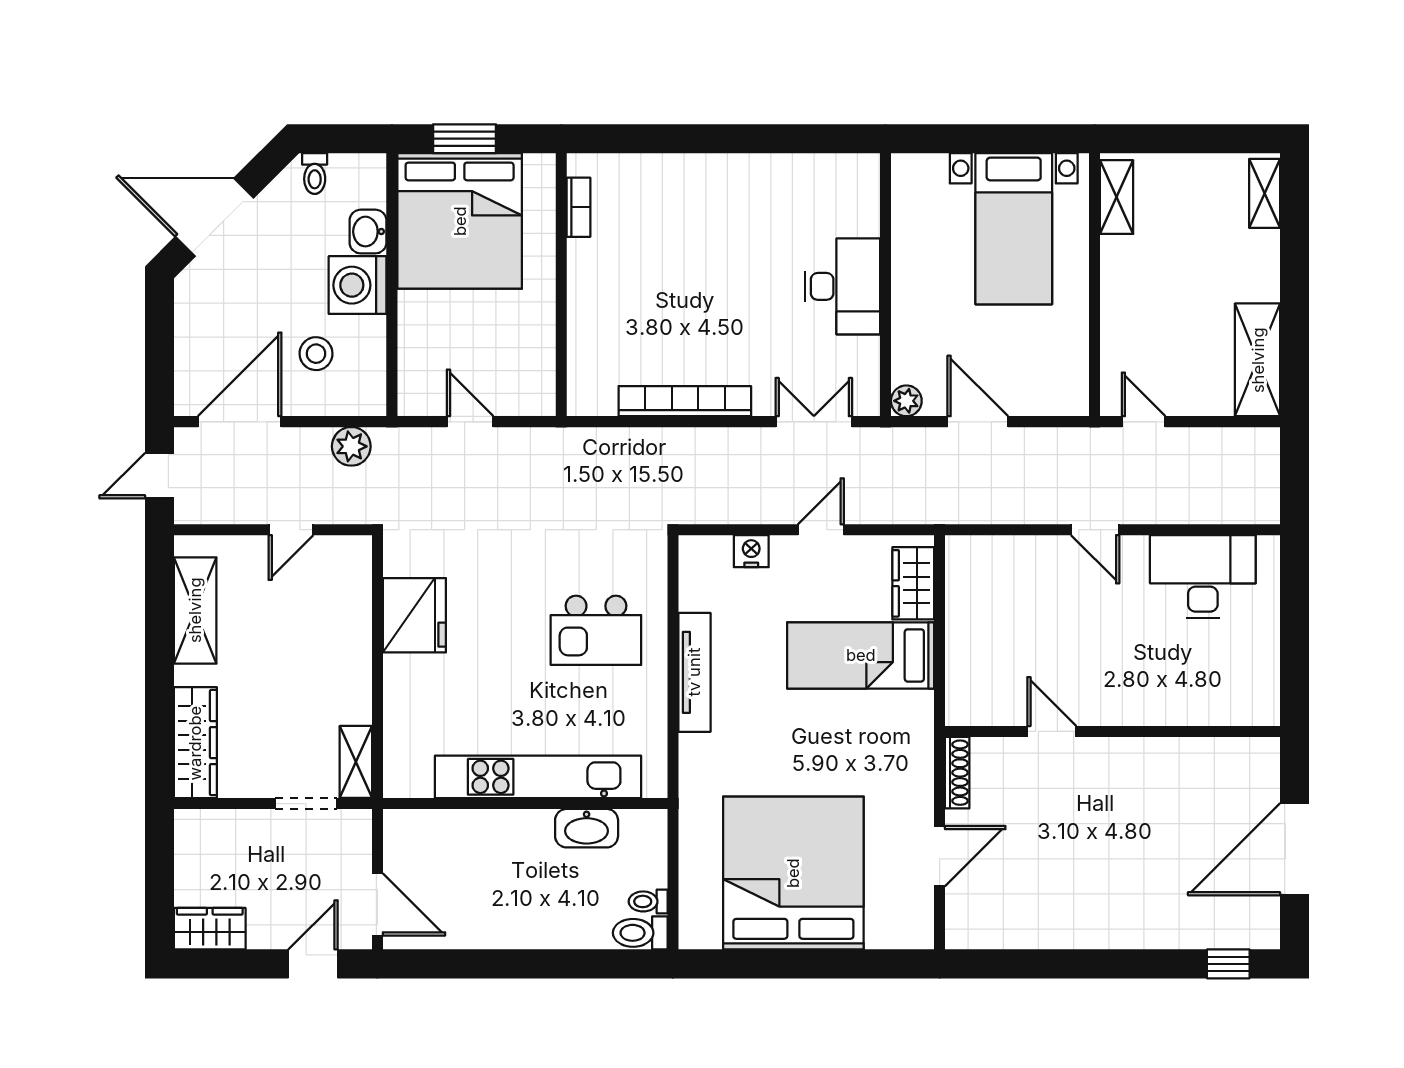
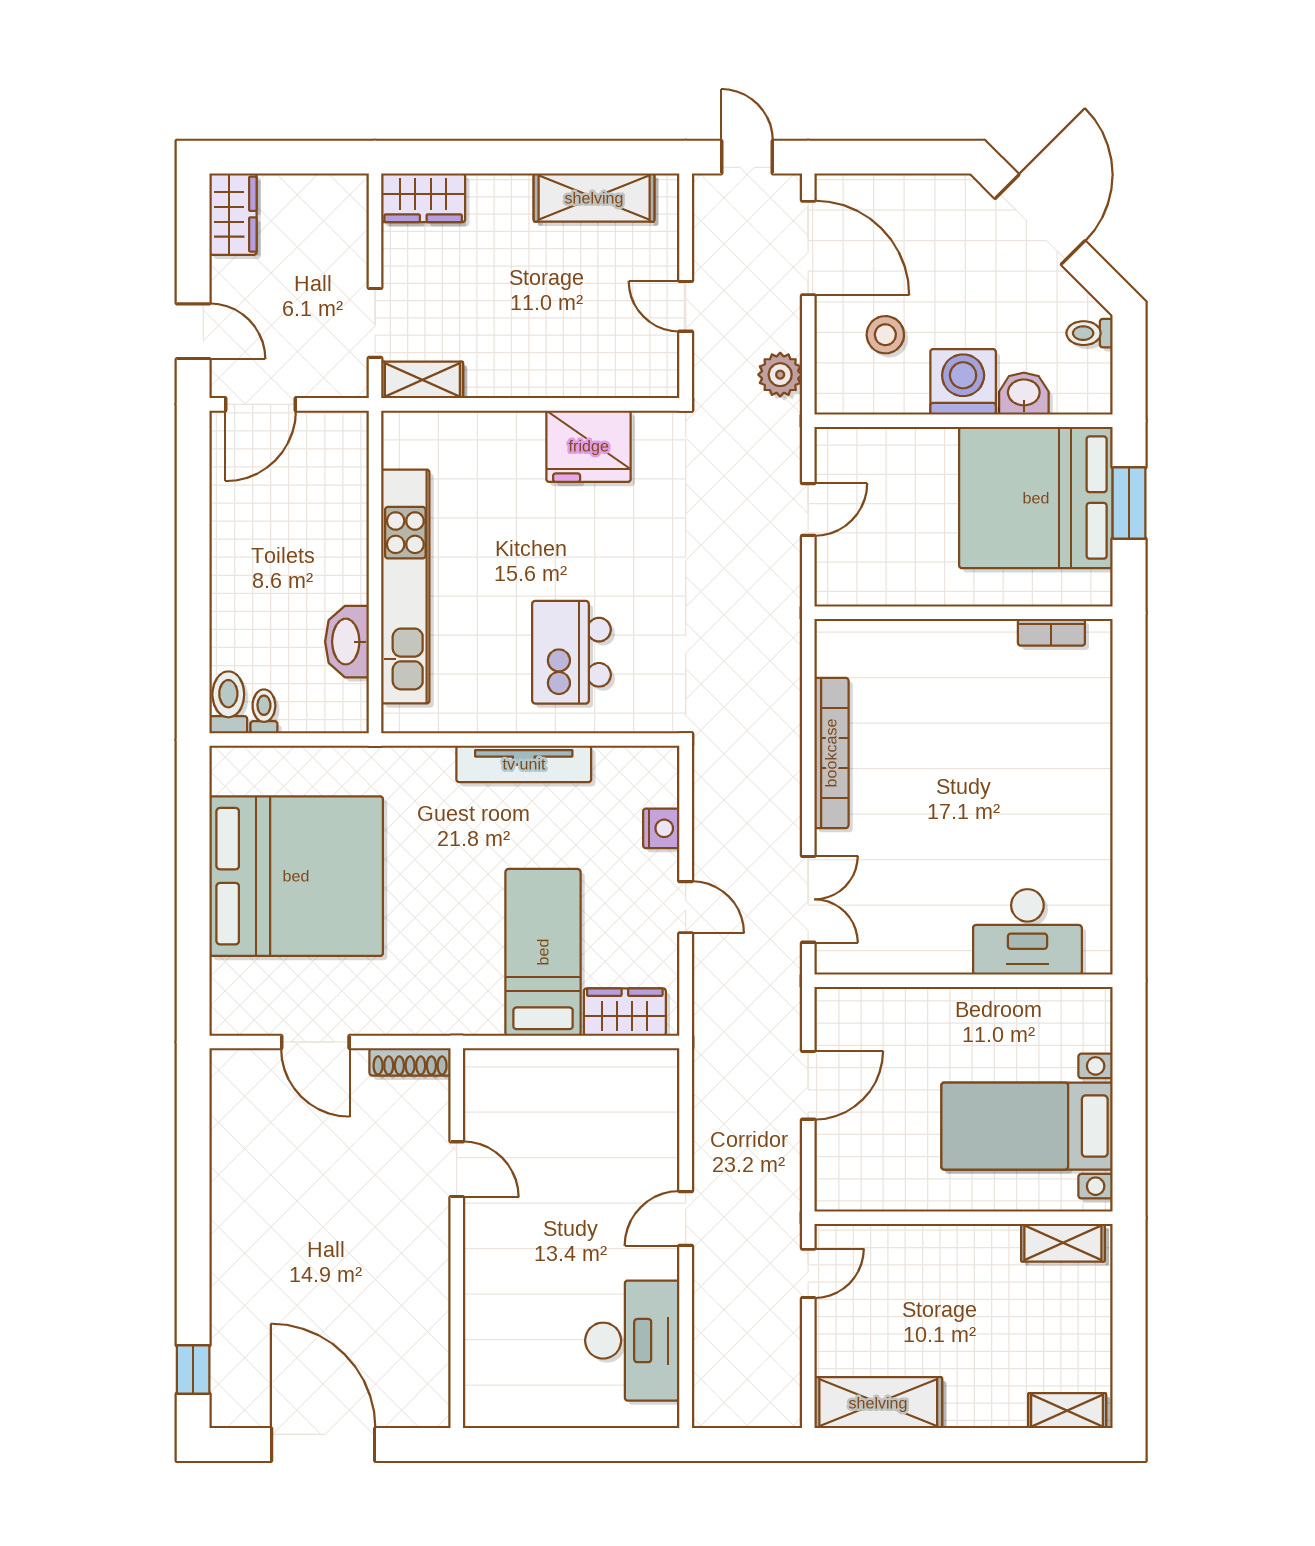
desk: (842, 286) -> (1027, 932), moved
plant: (906, 401) -> (832, 1004), removed
door: (1052, 731) -> (457, 1169), hinge flipped
wardrobe: (195, 743) -> (423, 198), width x0.67

